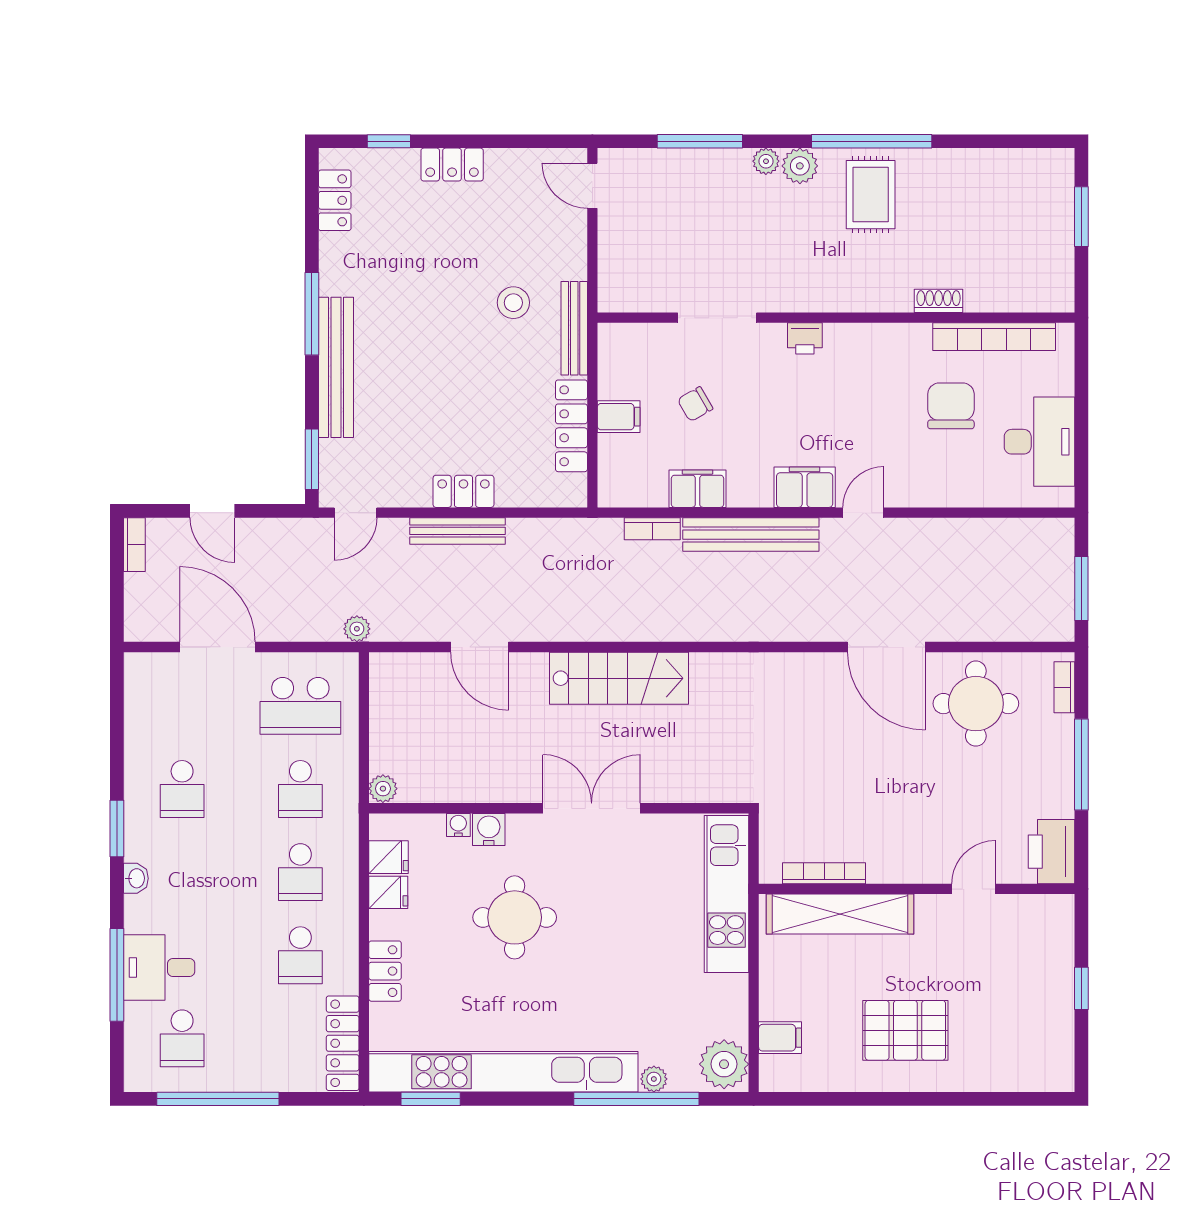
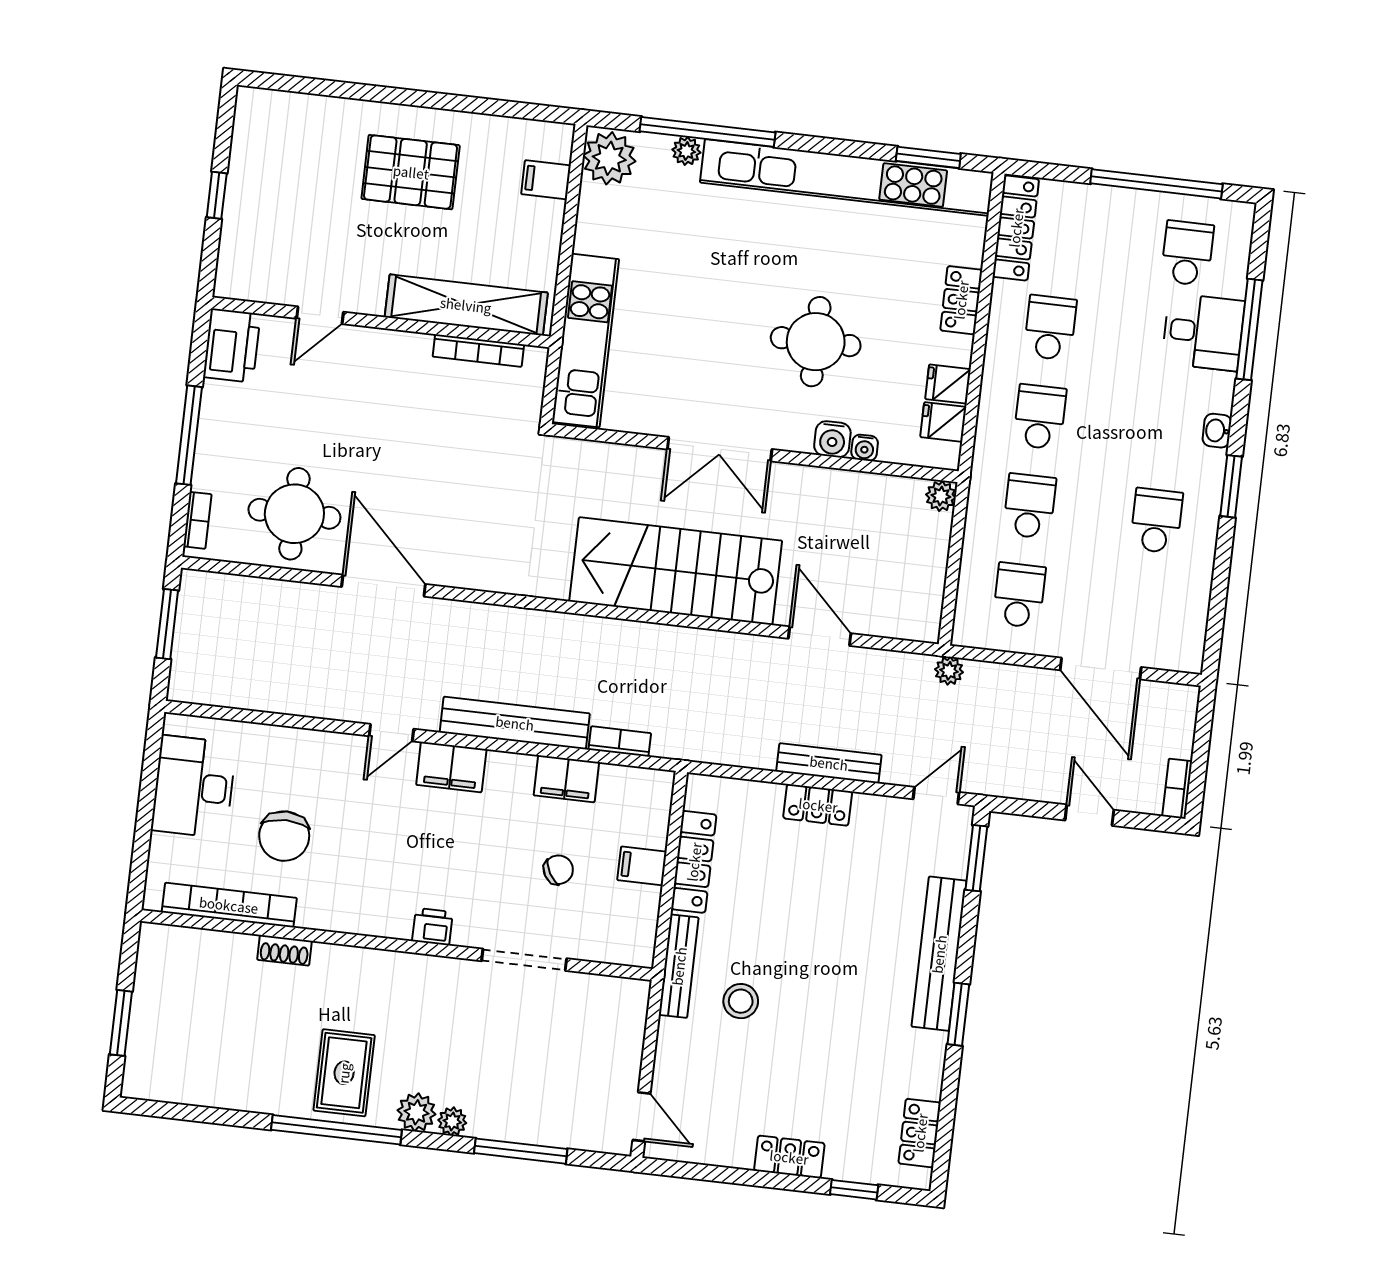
window: (312, 314) -> (958, 1014), width x0.69
stairs: (619, 678) -> (676, 571), width x1.36, depth x1.51
school desk: (300, 706) -> (1019, 595), width x0.54

